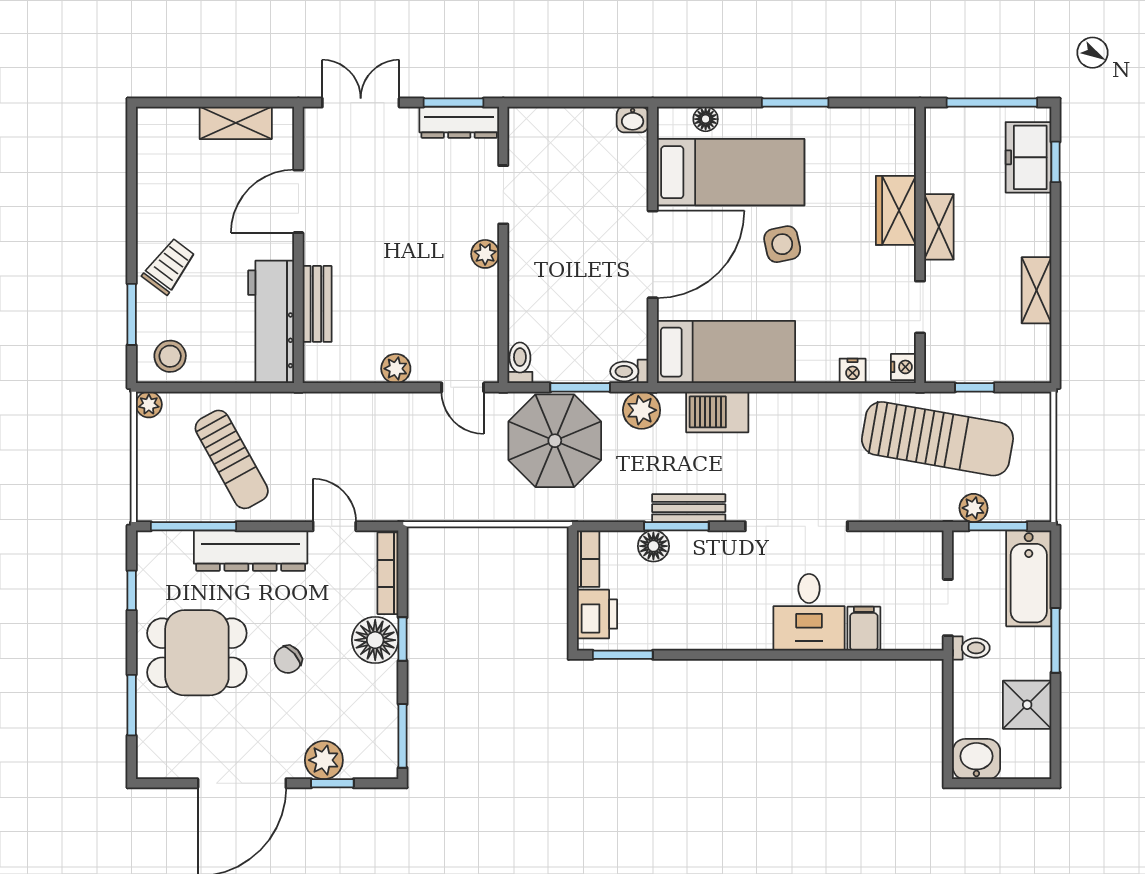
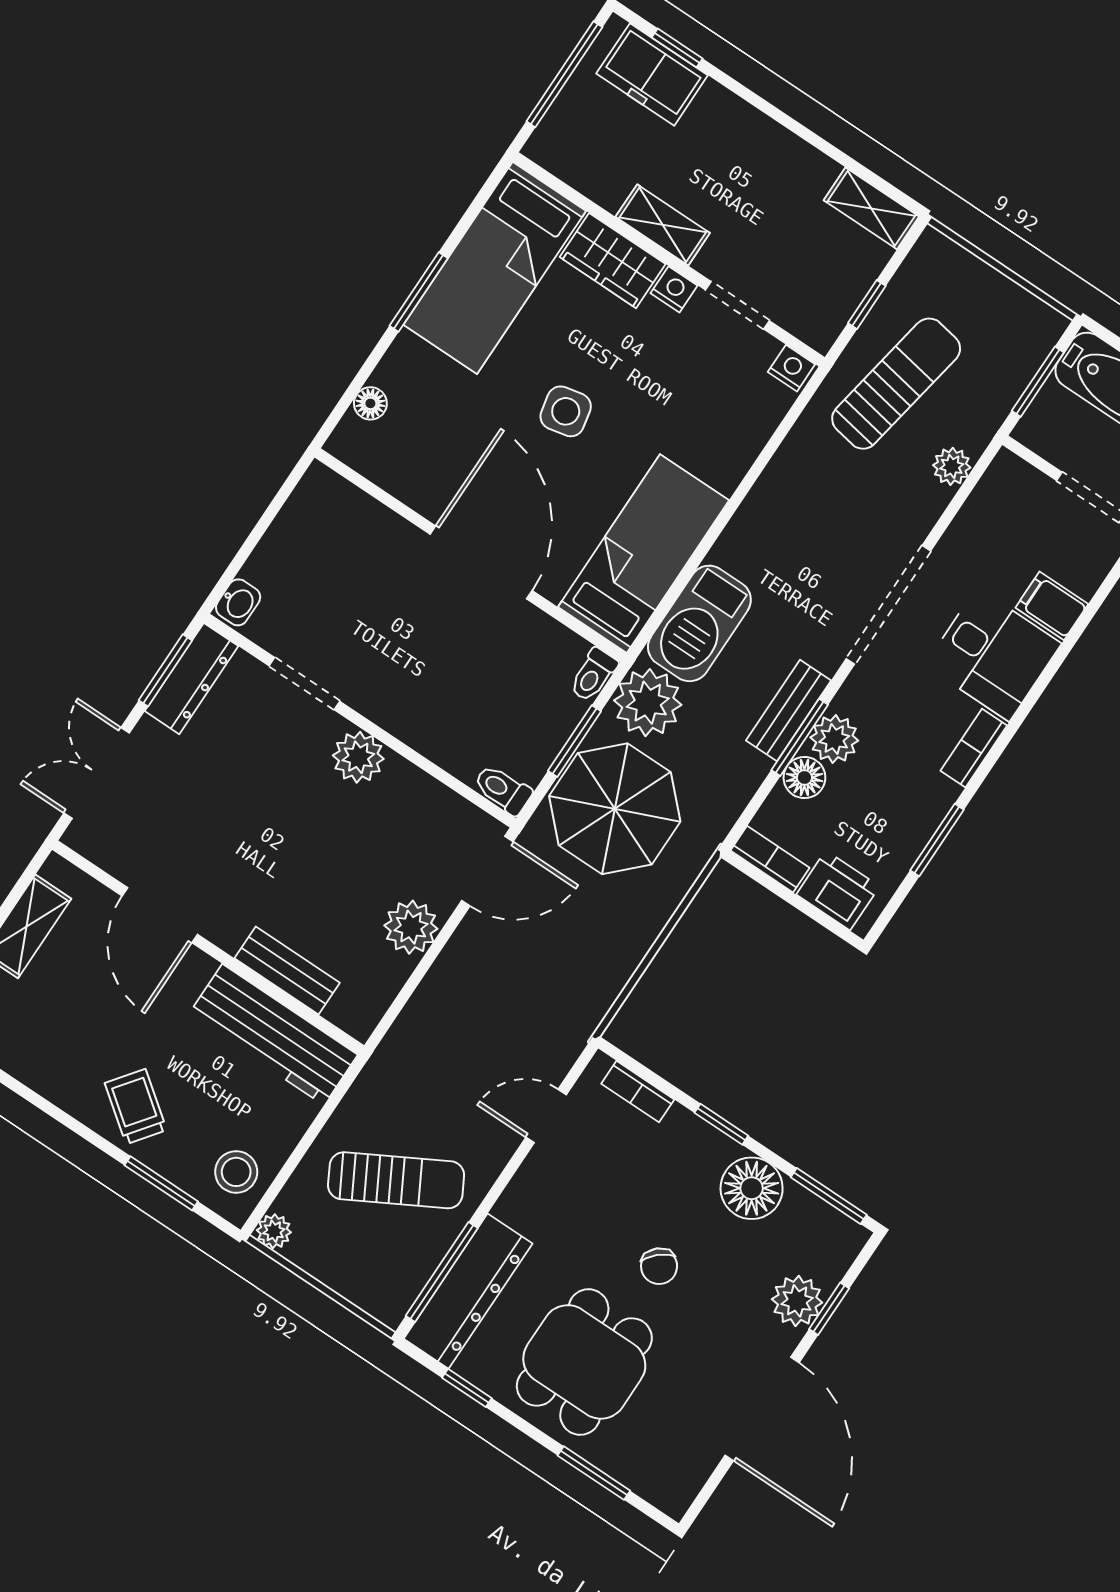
washbasin: (633, 120) -> (238, 602), moved
bed: (731, 172) -> (495, 268), moved, turned 180
plant: (485, 254) -> (358, 757), width x1.38, depth x1.38
shelving: (1036, 290) -> (871, 208), moved
plant: (396, 369) -> (411, 927), width x1.38, depth x1.38
nightstand: (853, 371) -> (674, 289), moved, turned -90
door: (463, 387) -> (487, 871), width x1.38
plant: (642, 410) -> (648, 703), width x1.36, depth x1.36
barbecue: (717, 412) -> (699, 623), width x1.37, depth x1.21
sun lounger: (937, 439) -> (896, 384), width x0.73, depth x0.75
plant: (974, 508) -> (952, 466), moved
plant: (690, 549) -> (834, 739), added
dresser: (251, 551) -> (468, 1291), moved
bookcase: (388, 573) -> (638, 1092), width x0.64
bookcase: (742, 639) -> (974, 748), added
floor lamp: (375, 640) -> (752, 1188), moved
window: (623, 655) -> (937, 840), moved

